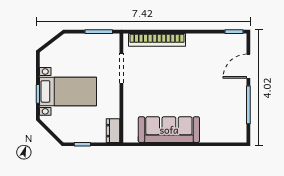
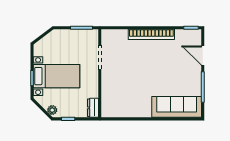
bookcase: (157, 40) -> (151, 34), moved
door: (248, 66) -> (203, 56), hinge flipped
sofa: (169, 130) -> (177, 107), moved
plant: (63, 133) -> (52, 110), added

